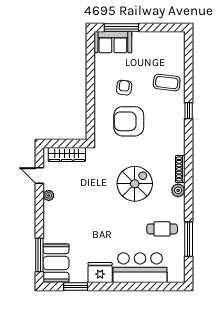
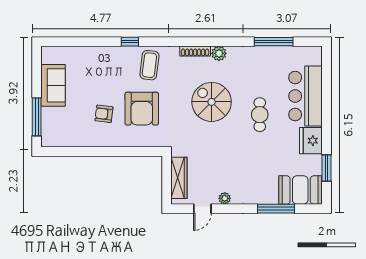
sofa: (113, 42) -> (53, 85), moved
coffee table: (167, 83) -> (149, 65), moved
cafe table: (162, 229) -> (260, 115), moved
window: (39, 255) -> (276, 209), moved

